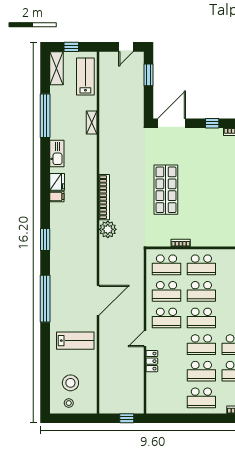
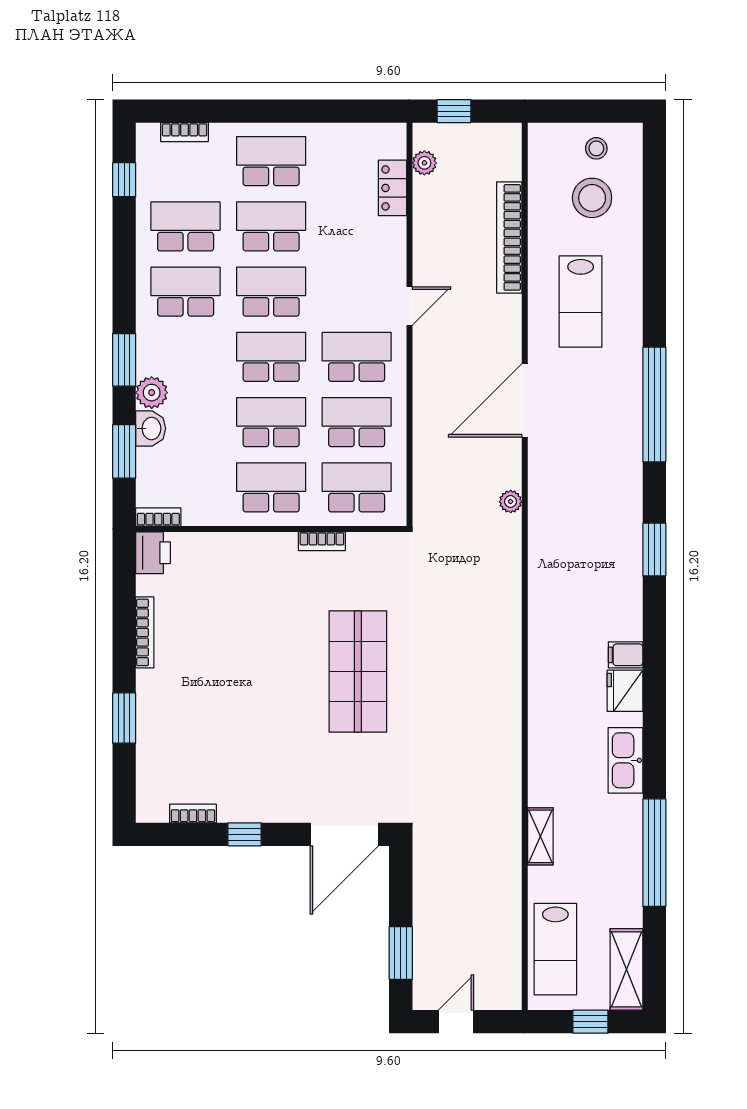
bookcase: (104, 197) -> (509, 237), moved
plant: (108, 229) -> (511, 502), moved, width x0.53, depth x0.53
lab bench: (75, 341) -> (581, 302), turned -90
locker: (152, 361) -> (392, 188), moved
plant: (139, 397) -> (424, 163), added

